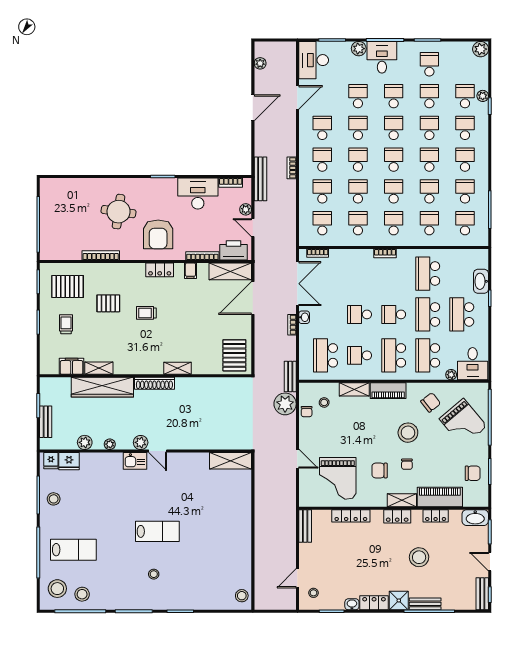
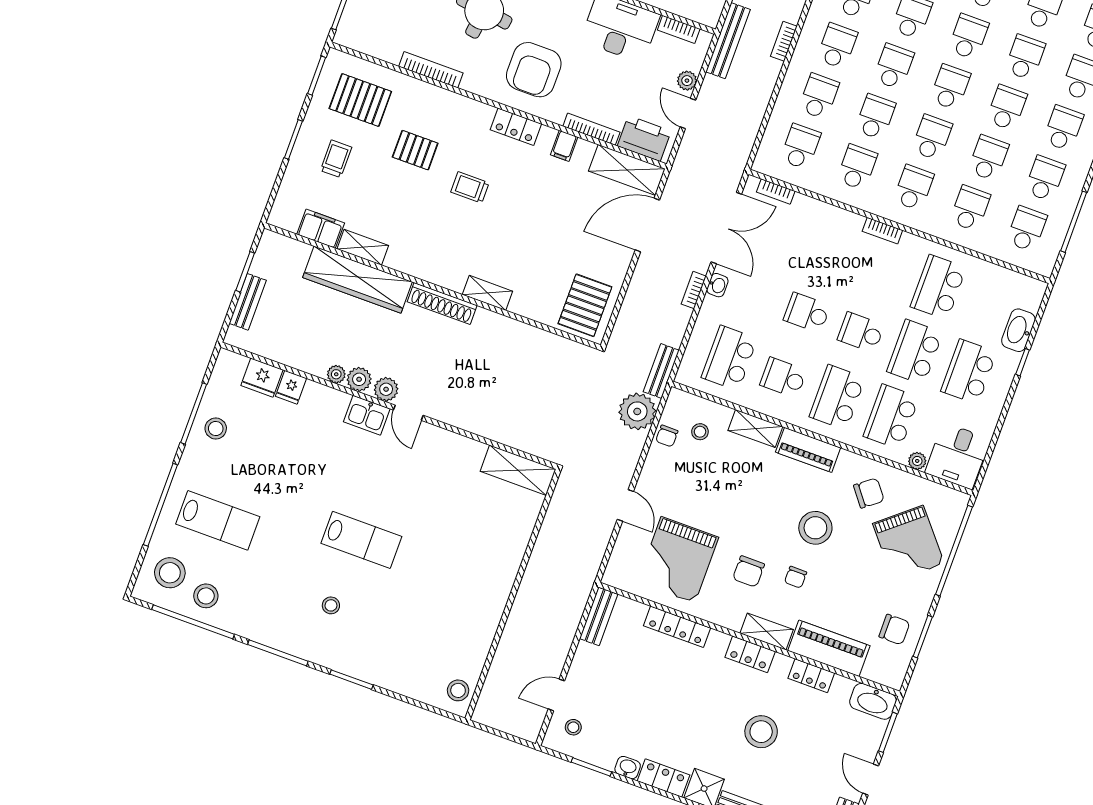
plant: (85, 442) -> (359, 379), moved
fridge: (51, 461) -> (291, 387), moved
chair: (380, 470) -> (749, 571), turned -90

